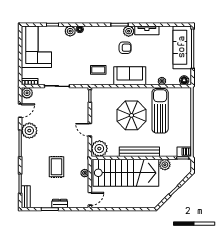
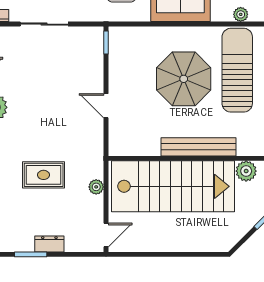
plant: (99, 149) -> (123, 141), removed
rug: (57, 167) -> (44, 175), turned 90

